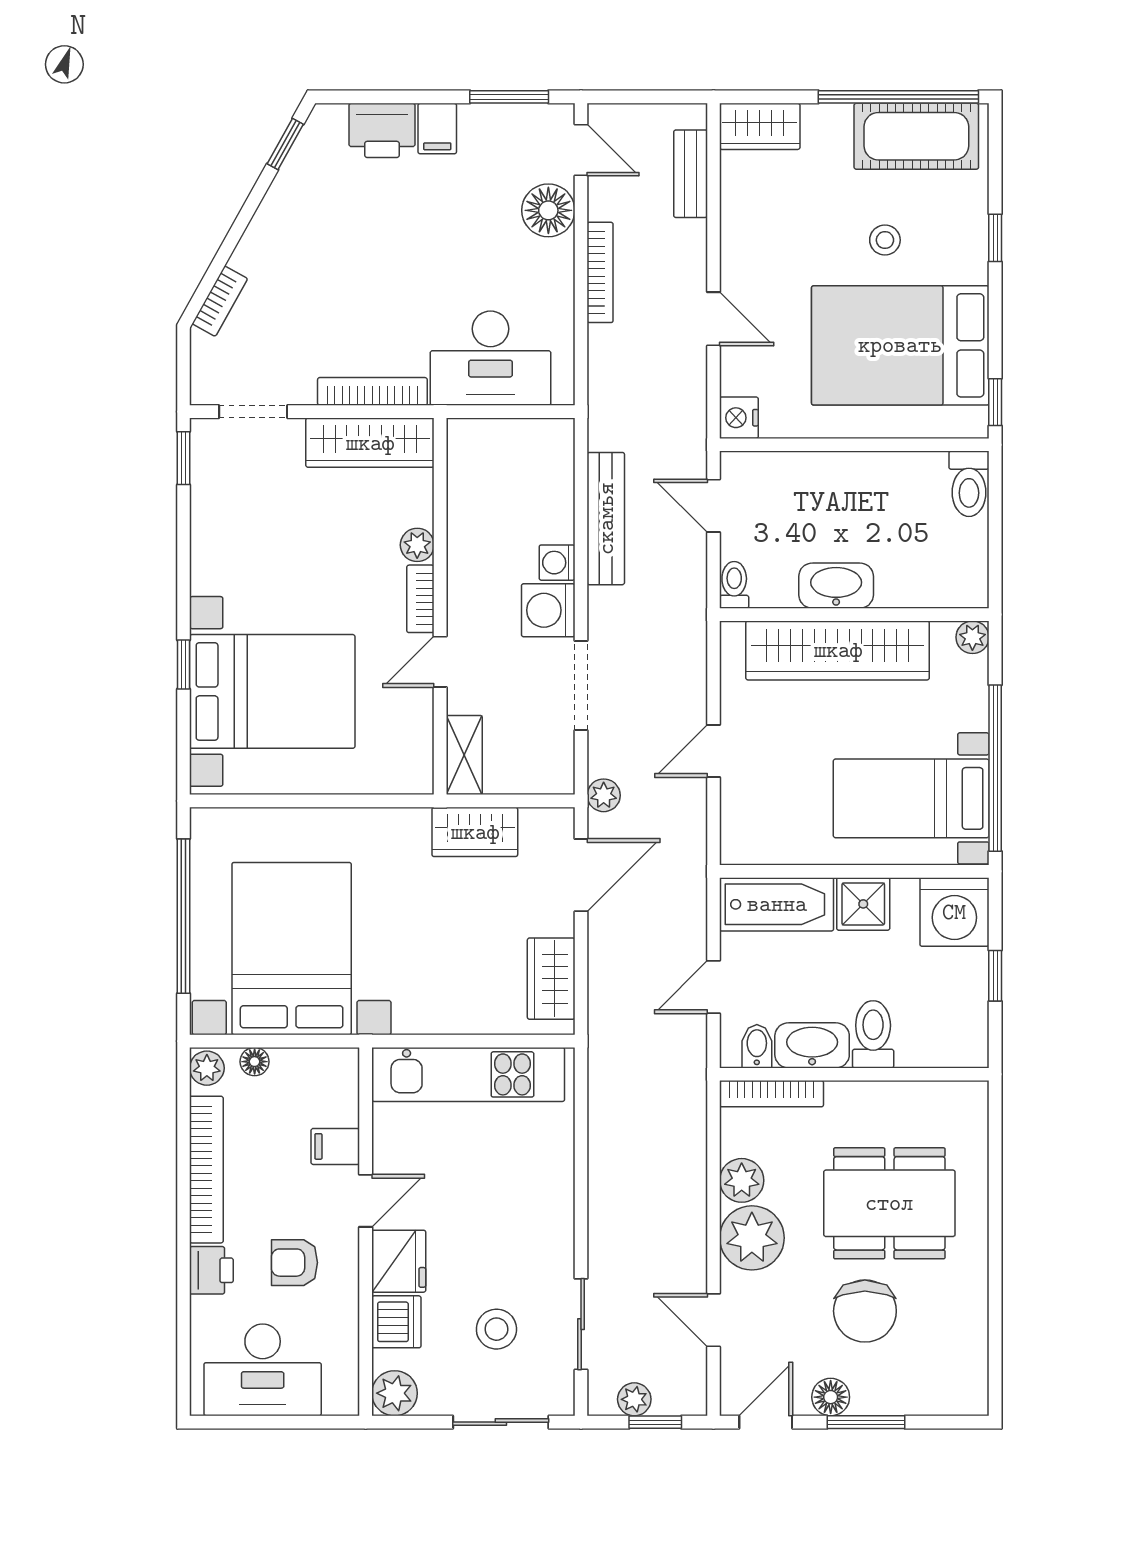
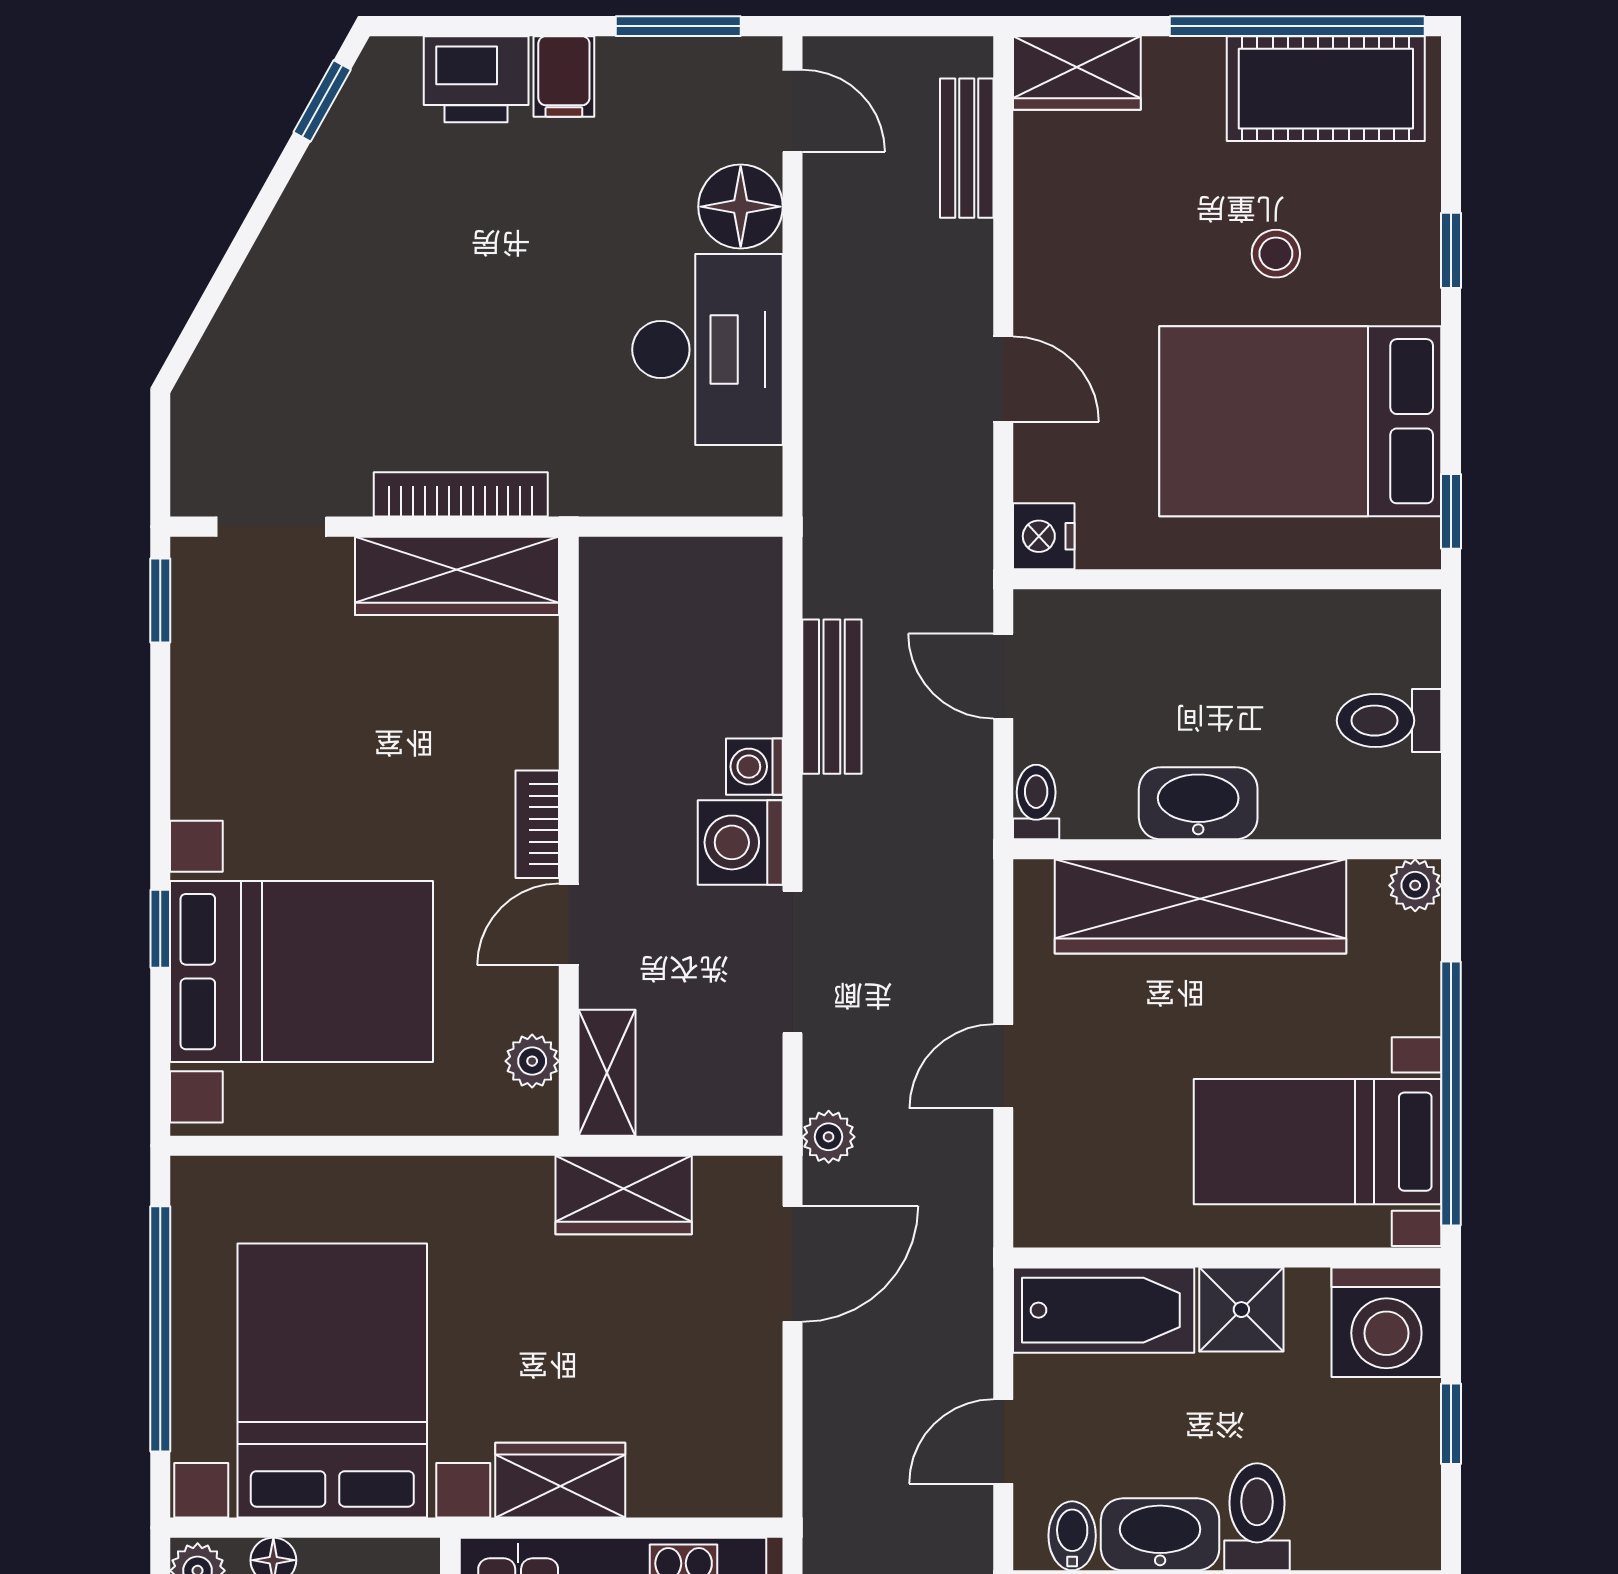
bookcase: (600, 272) -> (823, 305), removed
bookcase: (220, 301) -> (218, 351), removed
desk: (490, 358) -> (708, 350), moved, turned -90
toilet: (969, 484) -> (1389, 721), moved, turned 90
bench: (606, 519) -> (832, 697), width x0.73
plant: (417, 545) -> (532, 1061), moved
wardrobe: (551, 979) -> (560, 1480), moved, turned 90

